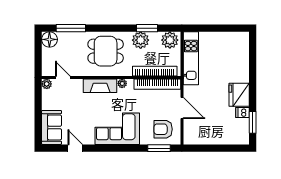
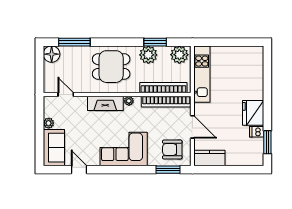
plant: (47, 84) -> (49, 123), moved
kitchen counter: (198, 137) -> (209, 158), added

